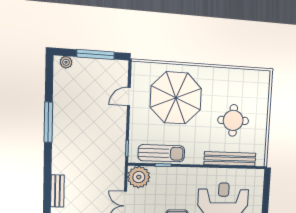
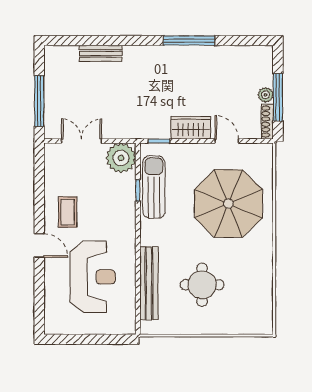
plant: (66, 62) -> (266, 95), moved
shoe rack: (115, 64) -> (267, 122), added
wardrobe: (118, 124) -> (191, 128), added
sun lounger: (161, 153) -> (154, 187), turned 180

